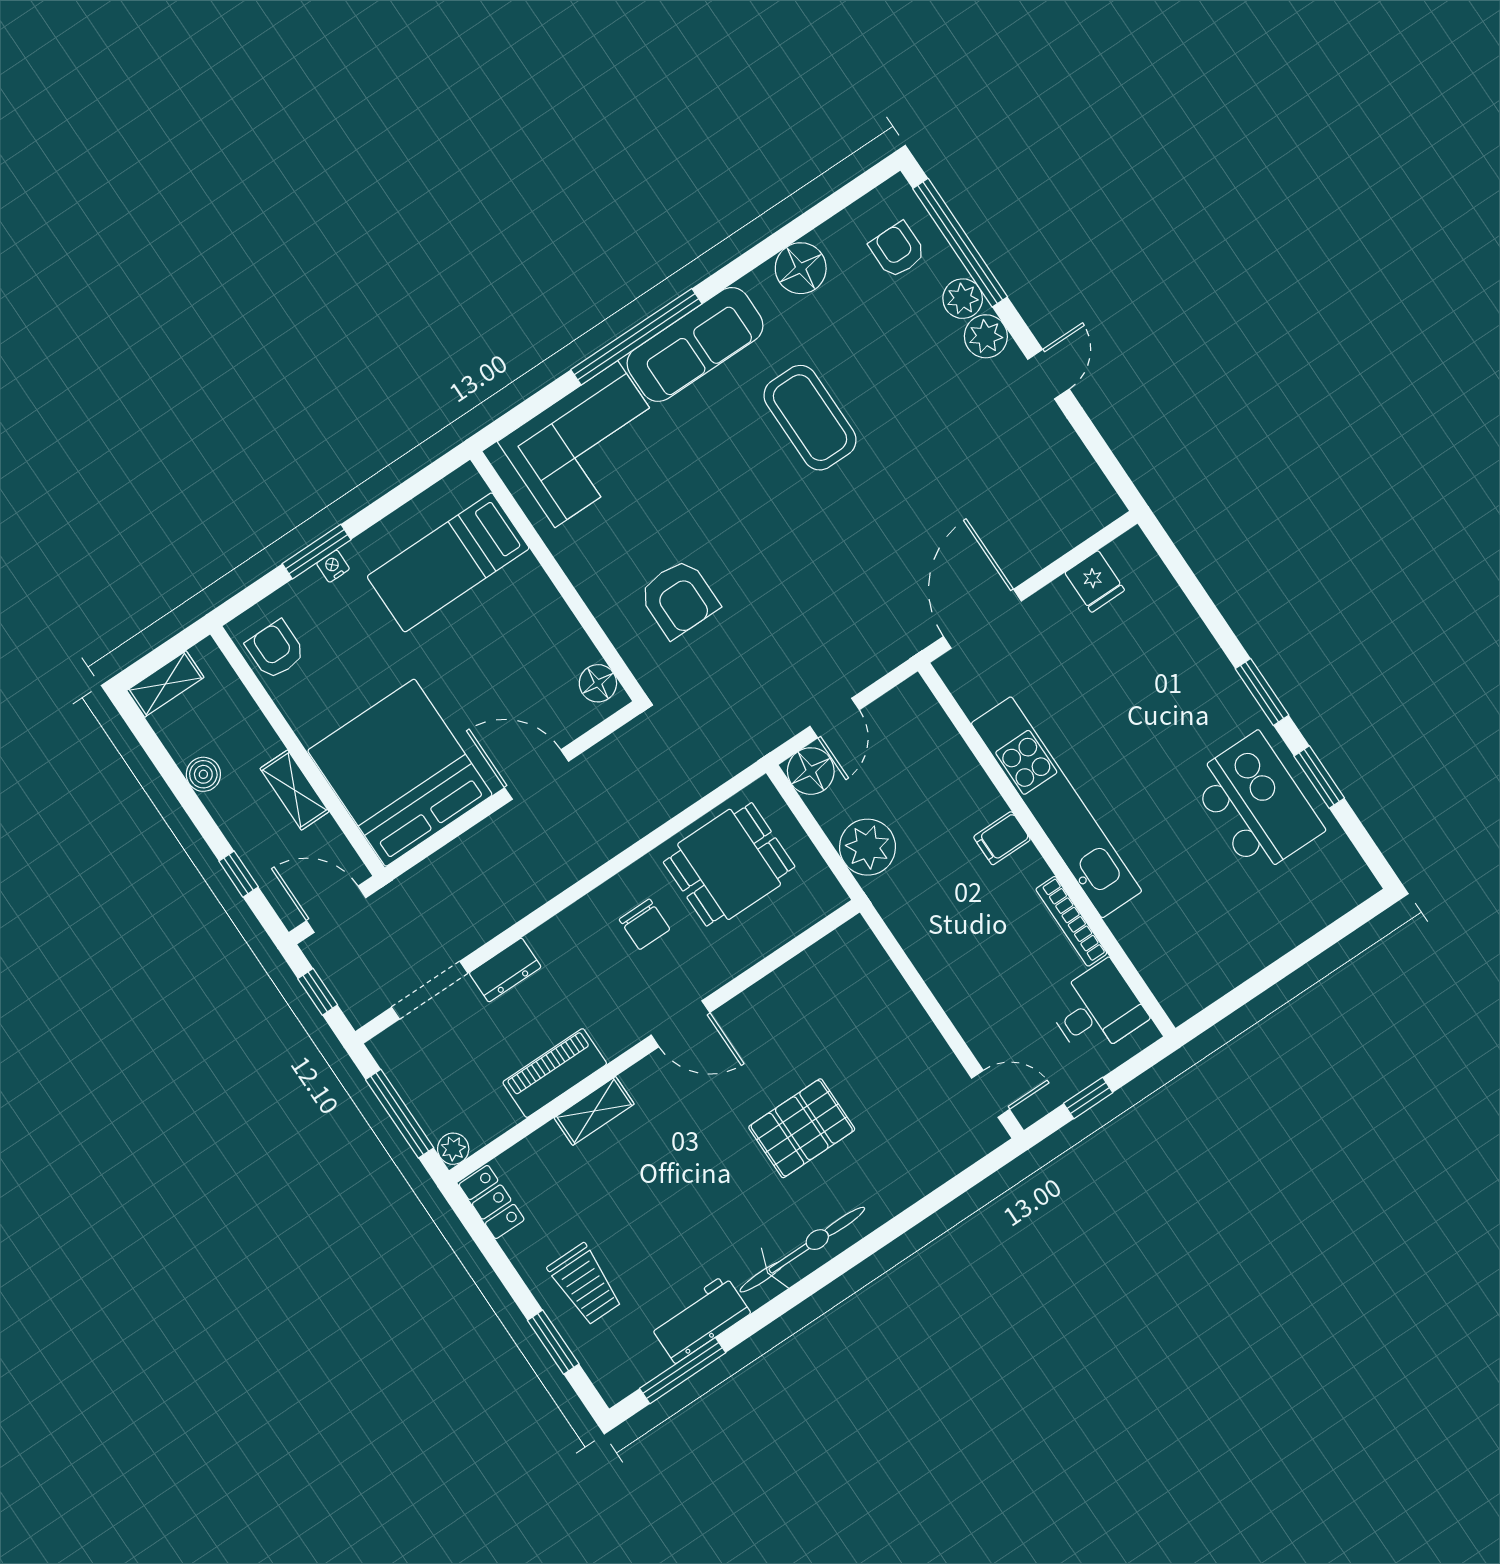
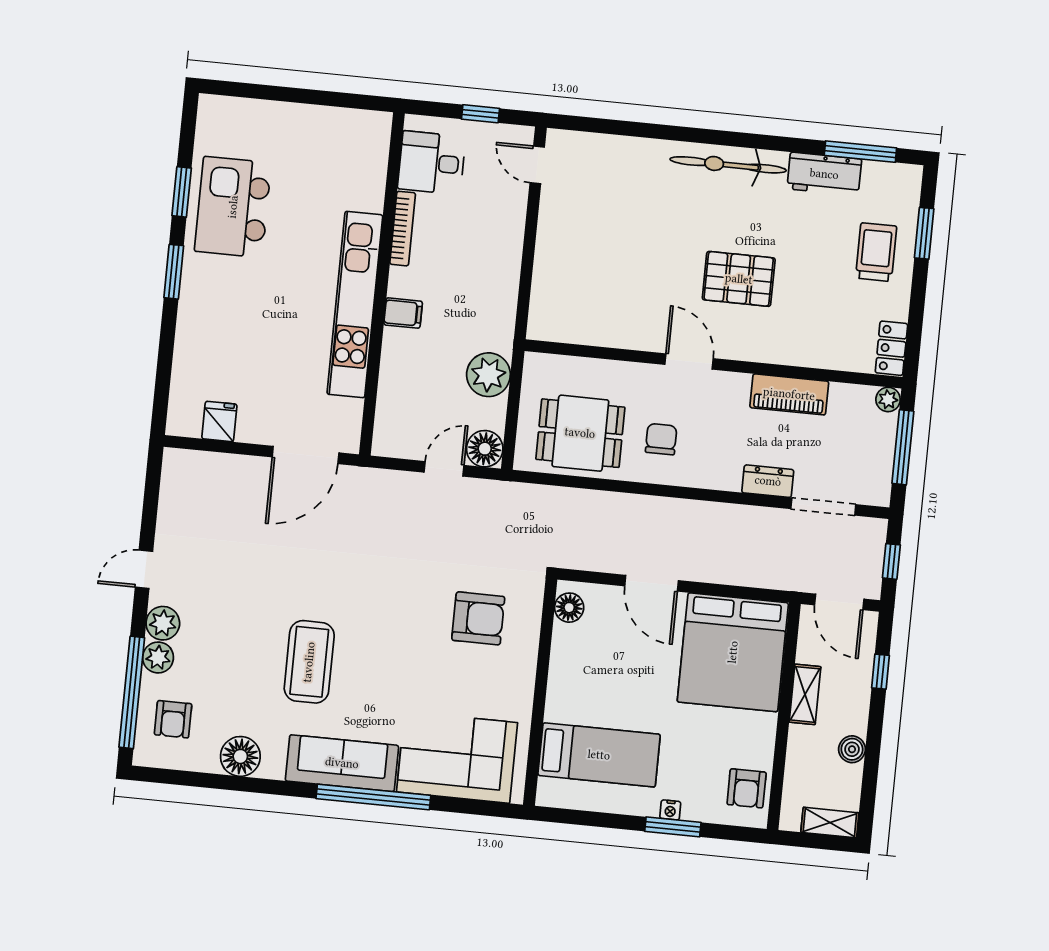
armchair: (679, 598) -> (478, 618), turned 90
shelving: (594, 1111) -> (784, 352), removed
pallet: (802, 1128) -> (739, 279), moved

